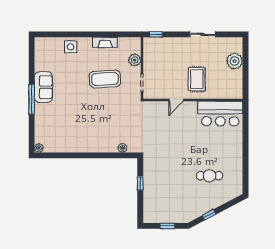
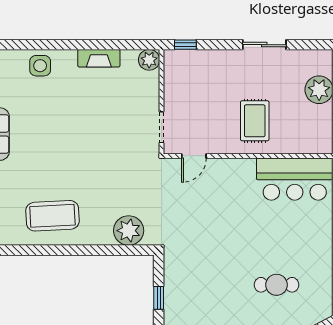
plant: (135, 60) -> (149, 60), moved
coffee table: (105, 79) -> (52, 216), moved
door: (176, 100) -> (194, 156), moved
plant: (123, 148) -> (129, 231), width x1.88, depth x1.88

